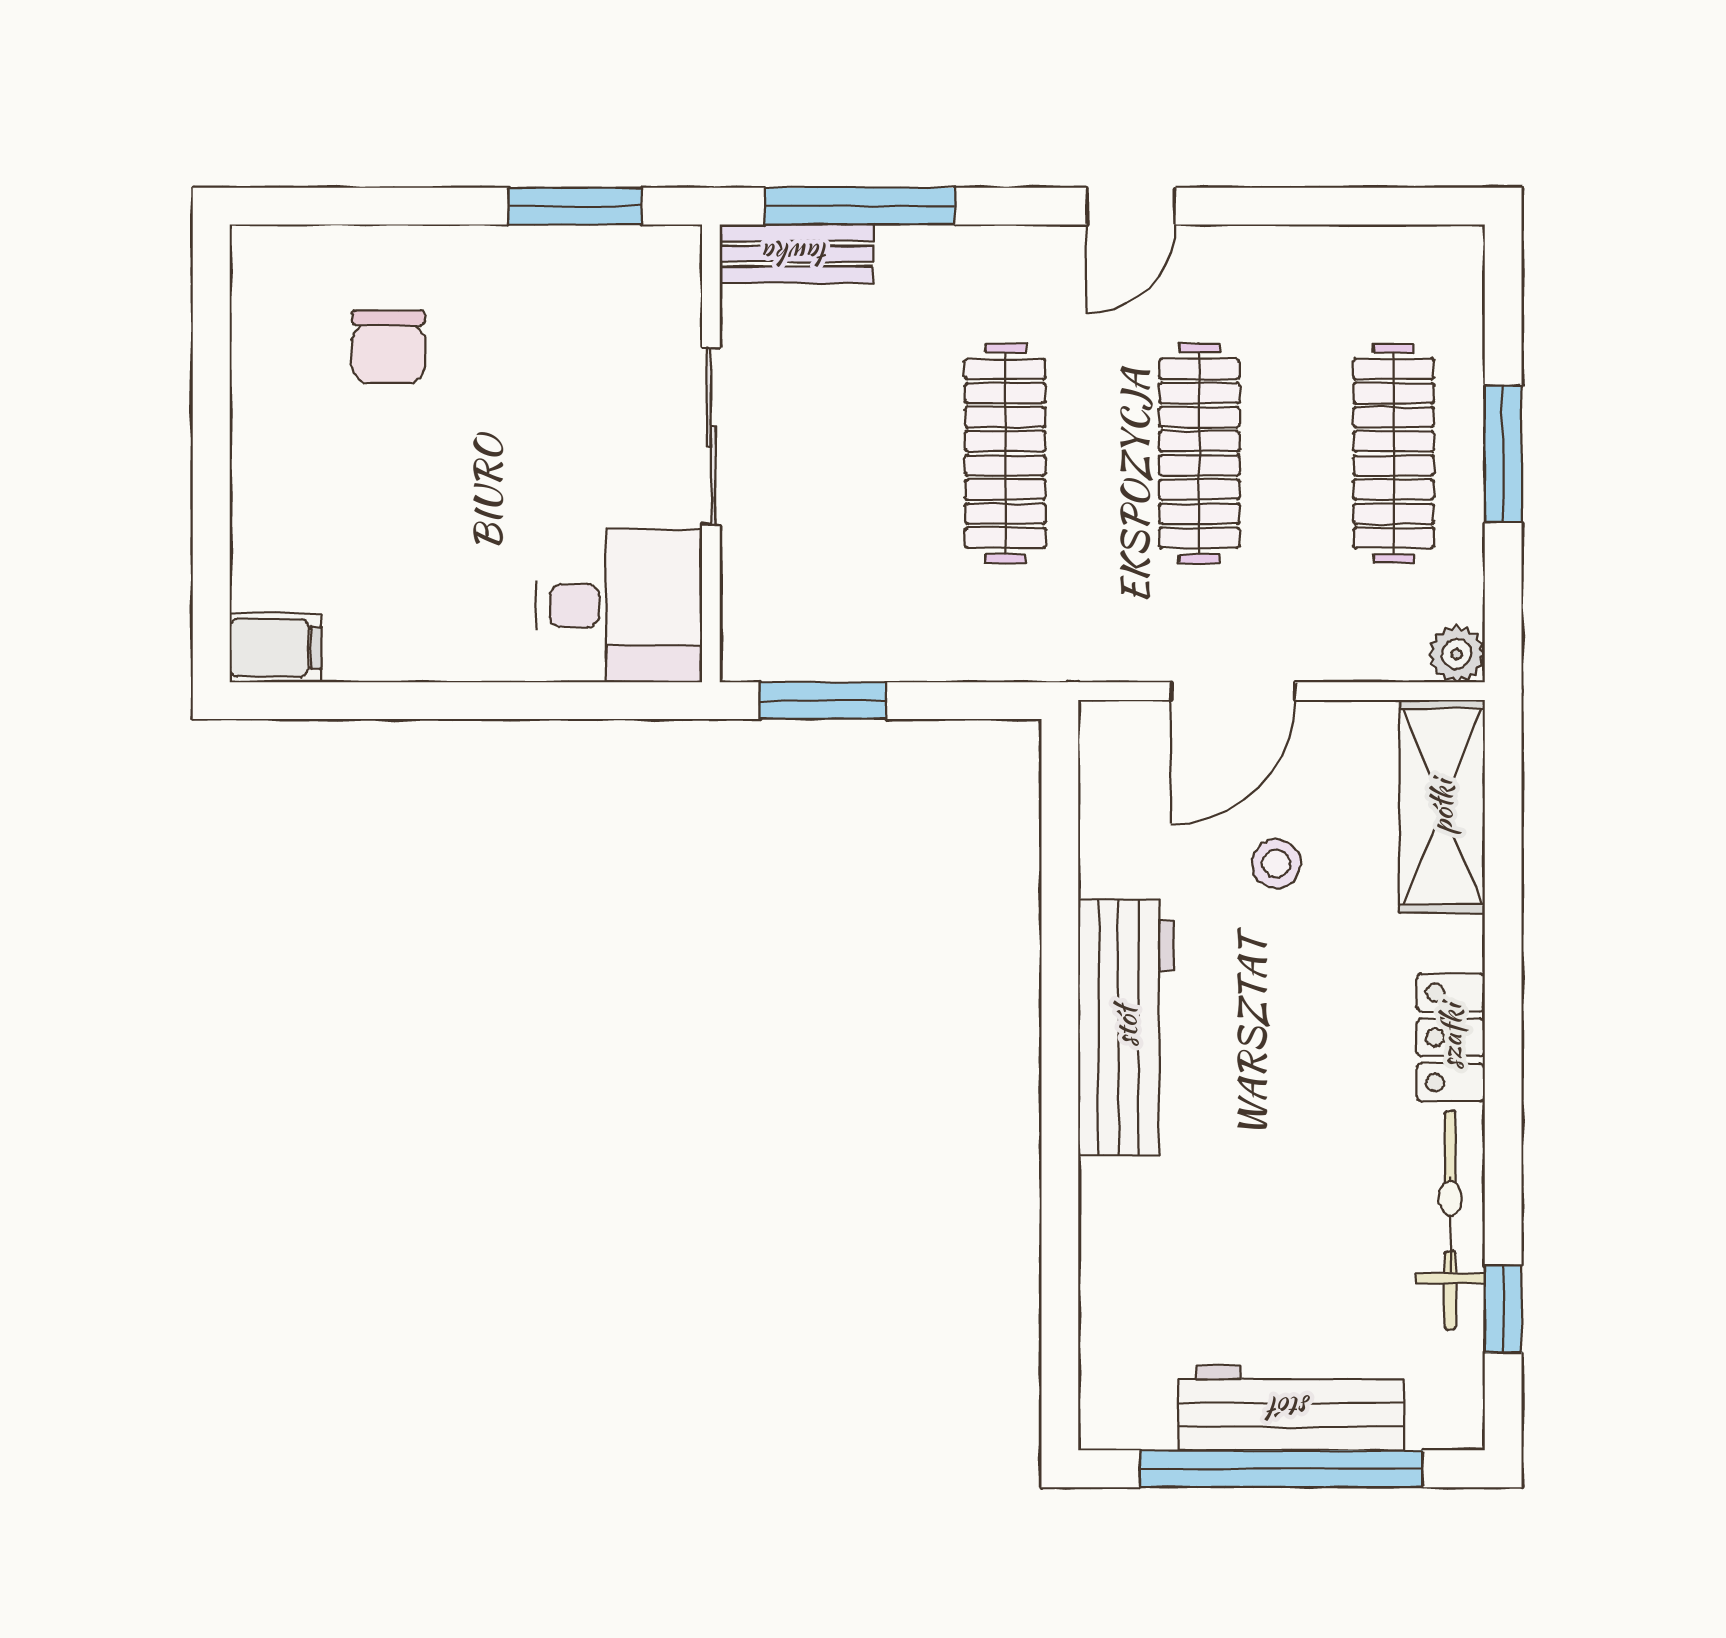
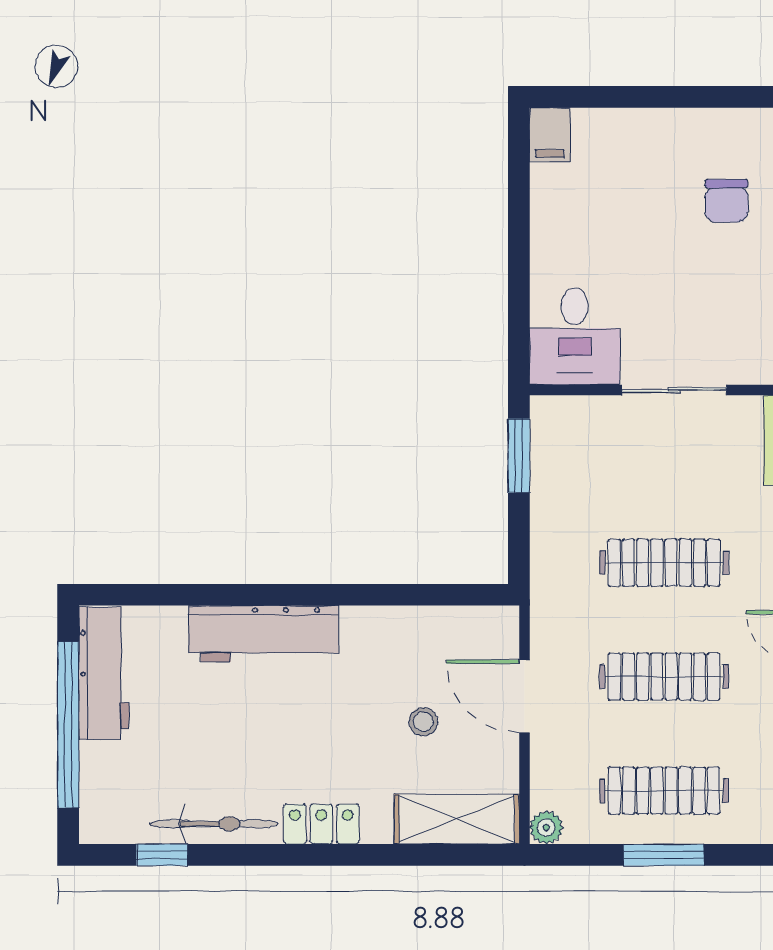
chair: (388, 347) -> (727, 201), turned -90
workbench: (1126, 1027) -> (264, 634), moved
workbench: (1291, 1408) -> (104, 673), moved

